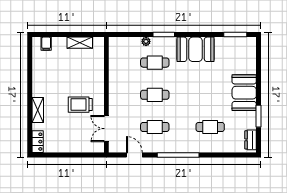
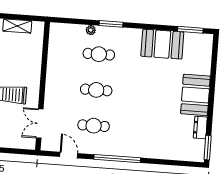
booth: (196, 49) -> (162, 44), moved
window: (259, 116) -> (208, 148), moved
cafe table: (210, 127) -> (155, 130), removed
dresser: (251, 140) -> (200, 128), moved

